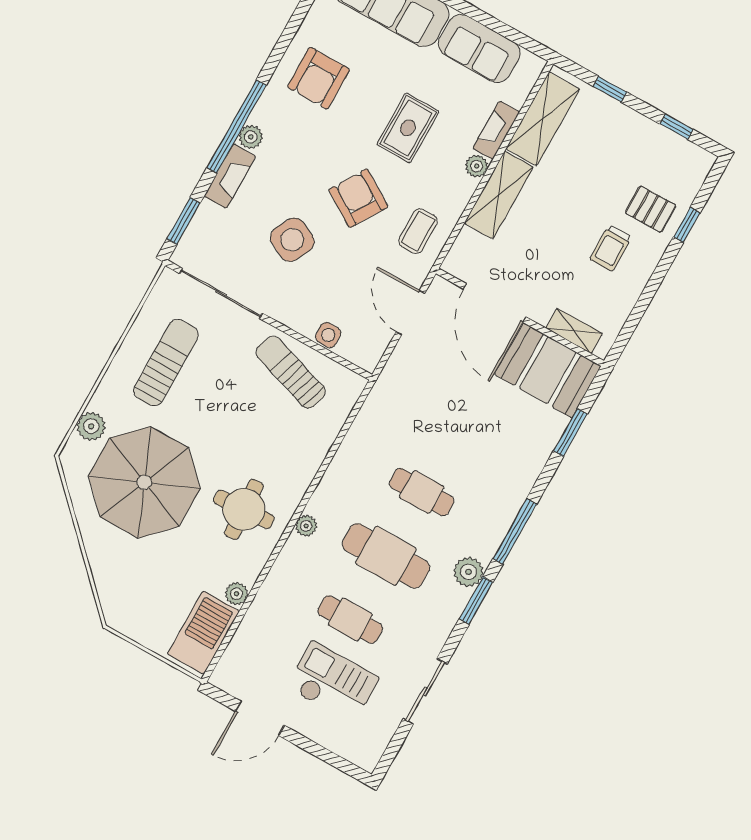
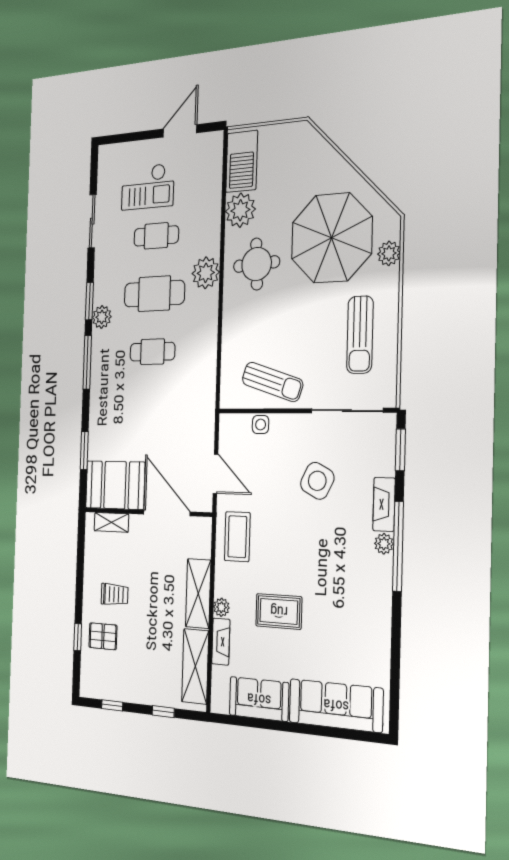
armchair: (319, 78) -> (358, 617), removed
rug: (408, 128) -> (279, 611), turned 90
armchair: (358, 198) -> (287, 539), removed
coffee table: (418, 231) -> (237, 537), width x1.36, depth x1.30
trolley: (611, 248) -> (115, 594), turned 90
plant: (306, 526) -> (206, 273), width x1.88, depth x1.88
plant: (236, 594) -> (240, 210), width x1.88, depth x1.88

